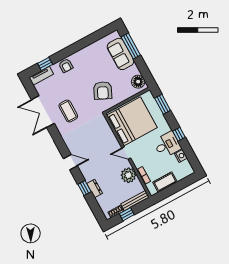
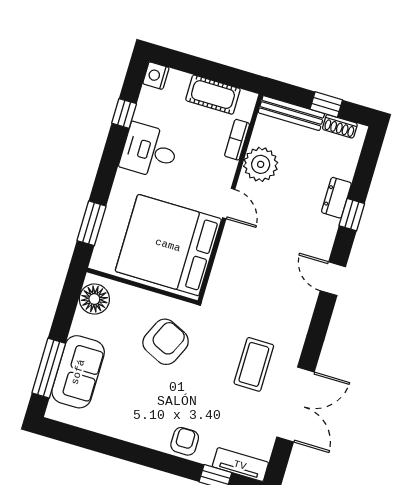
window: (179, 134) -> (124, 113), moved
nightstand: (181, 156) -> (156, 76), moved

